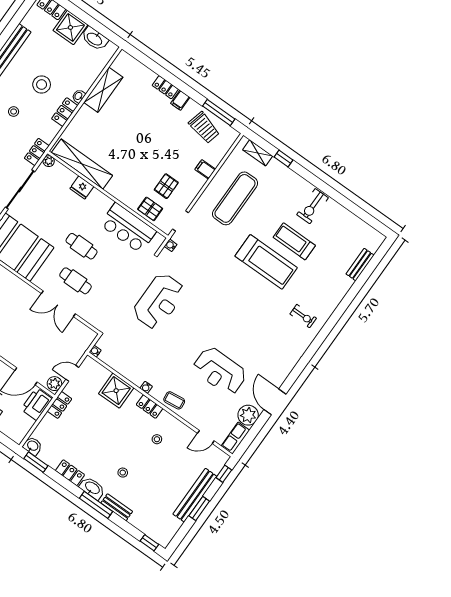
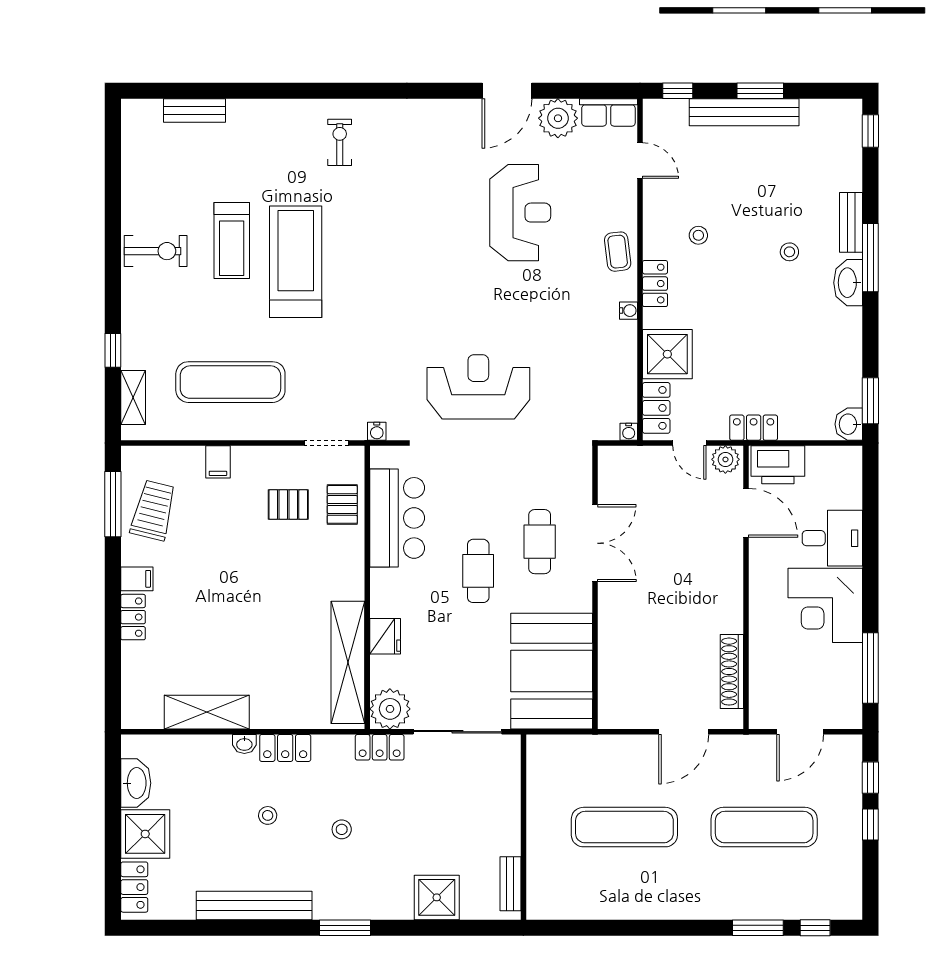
stool: (42, 85) -> (268, 815), width x0.53, depth x0.53
plant: (49, 161) -> (390, 709), width x1.88, depth x1.88
locker: (70, 473) -> (656, 408), moved, turned 180

